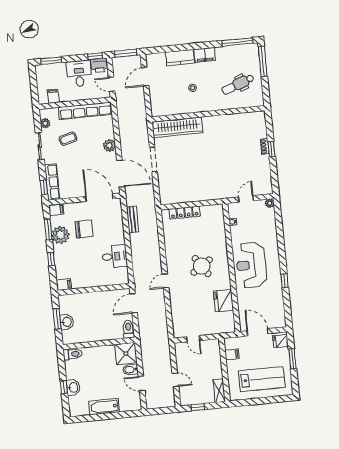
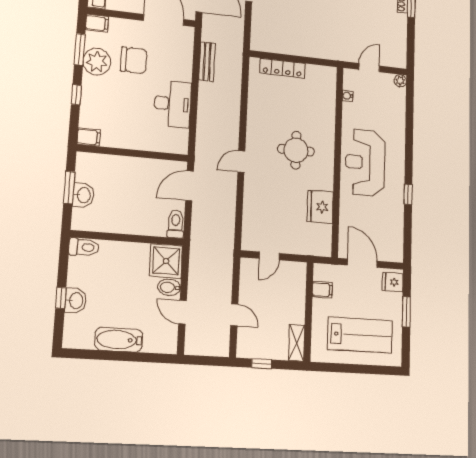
desk: (115, 256) -> (173, 104), width x1.37
round table: (202, 266) -> (296, 150), turned 34
door: (193, 339) -> (269, 256), hinge flipped

